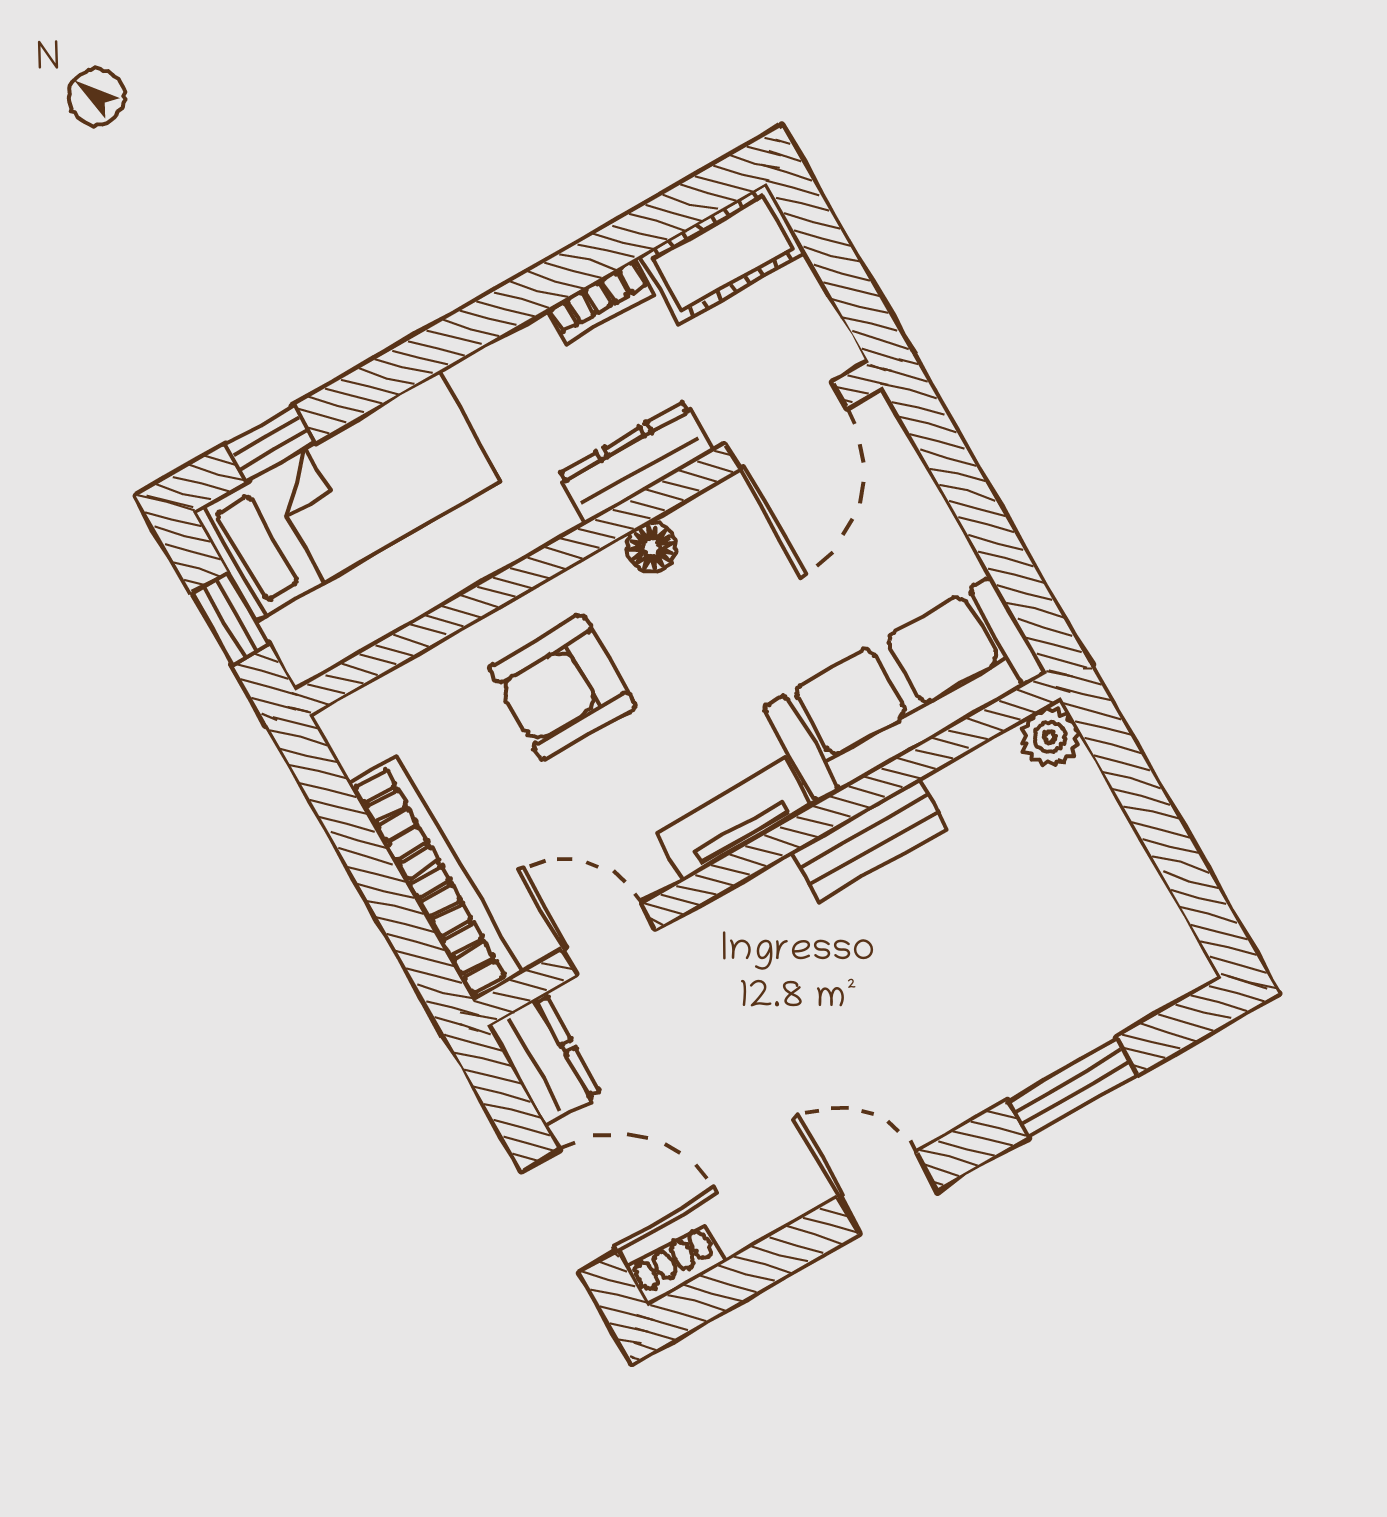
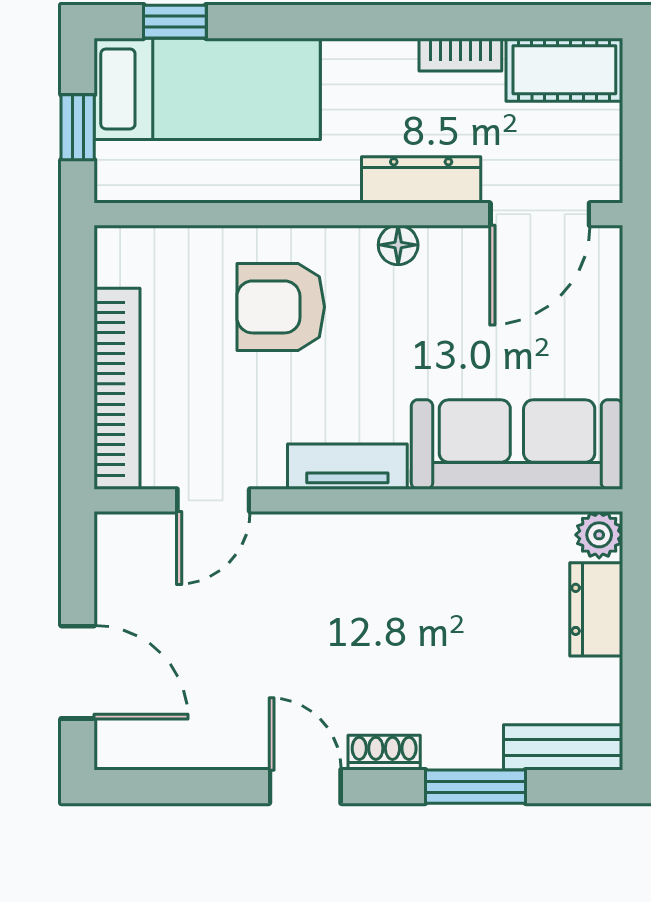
bench: (869, 840) -> (563, 747), moved
door: (610, 940) -> (213, 500), swing flipped
dresser: (545, 1060) -> (596, 609), moved, turned 180
shoe rack: (676, 1265) -> (384, 753), moved

